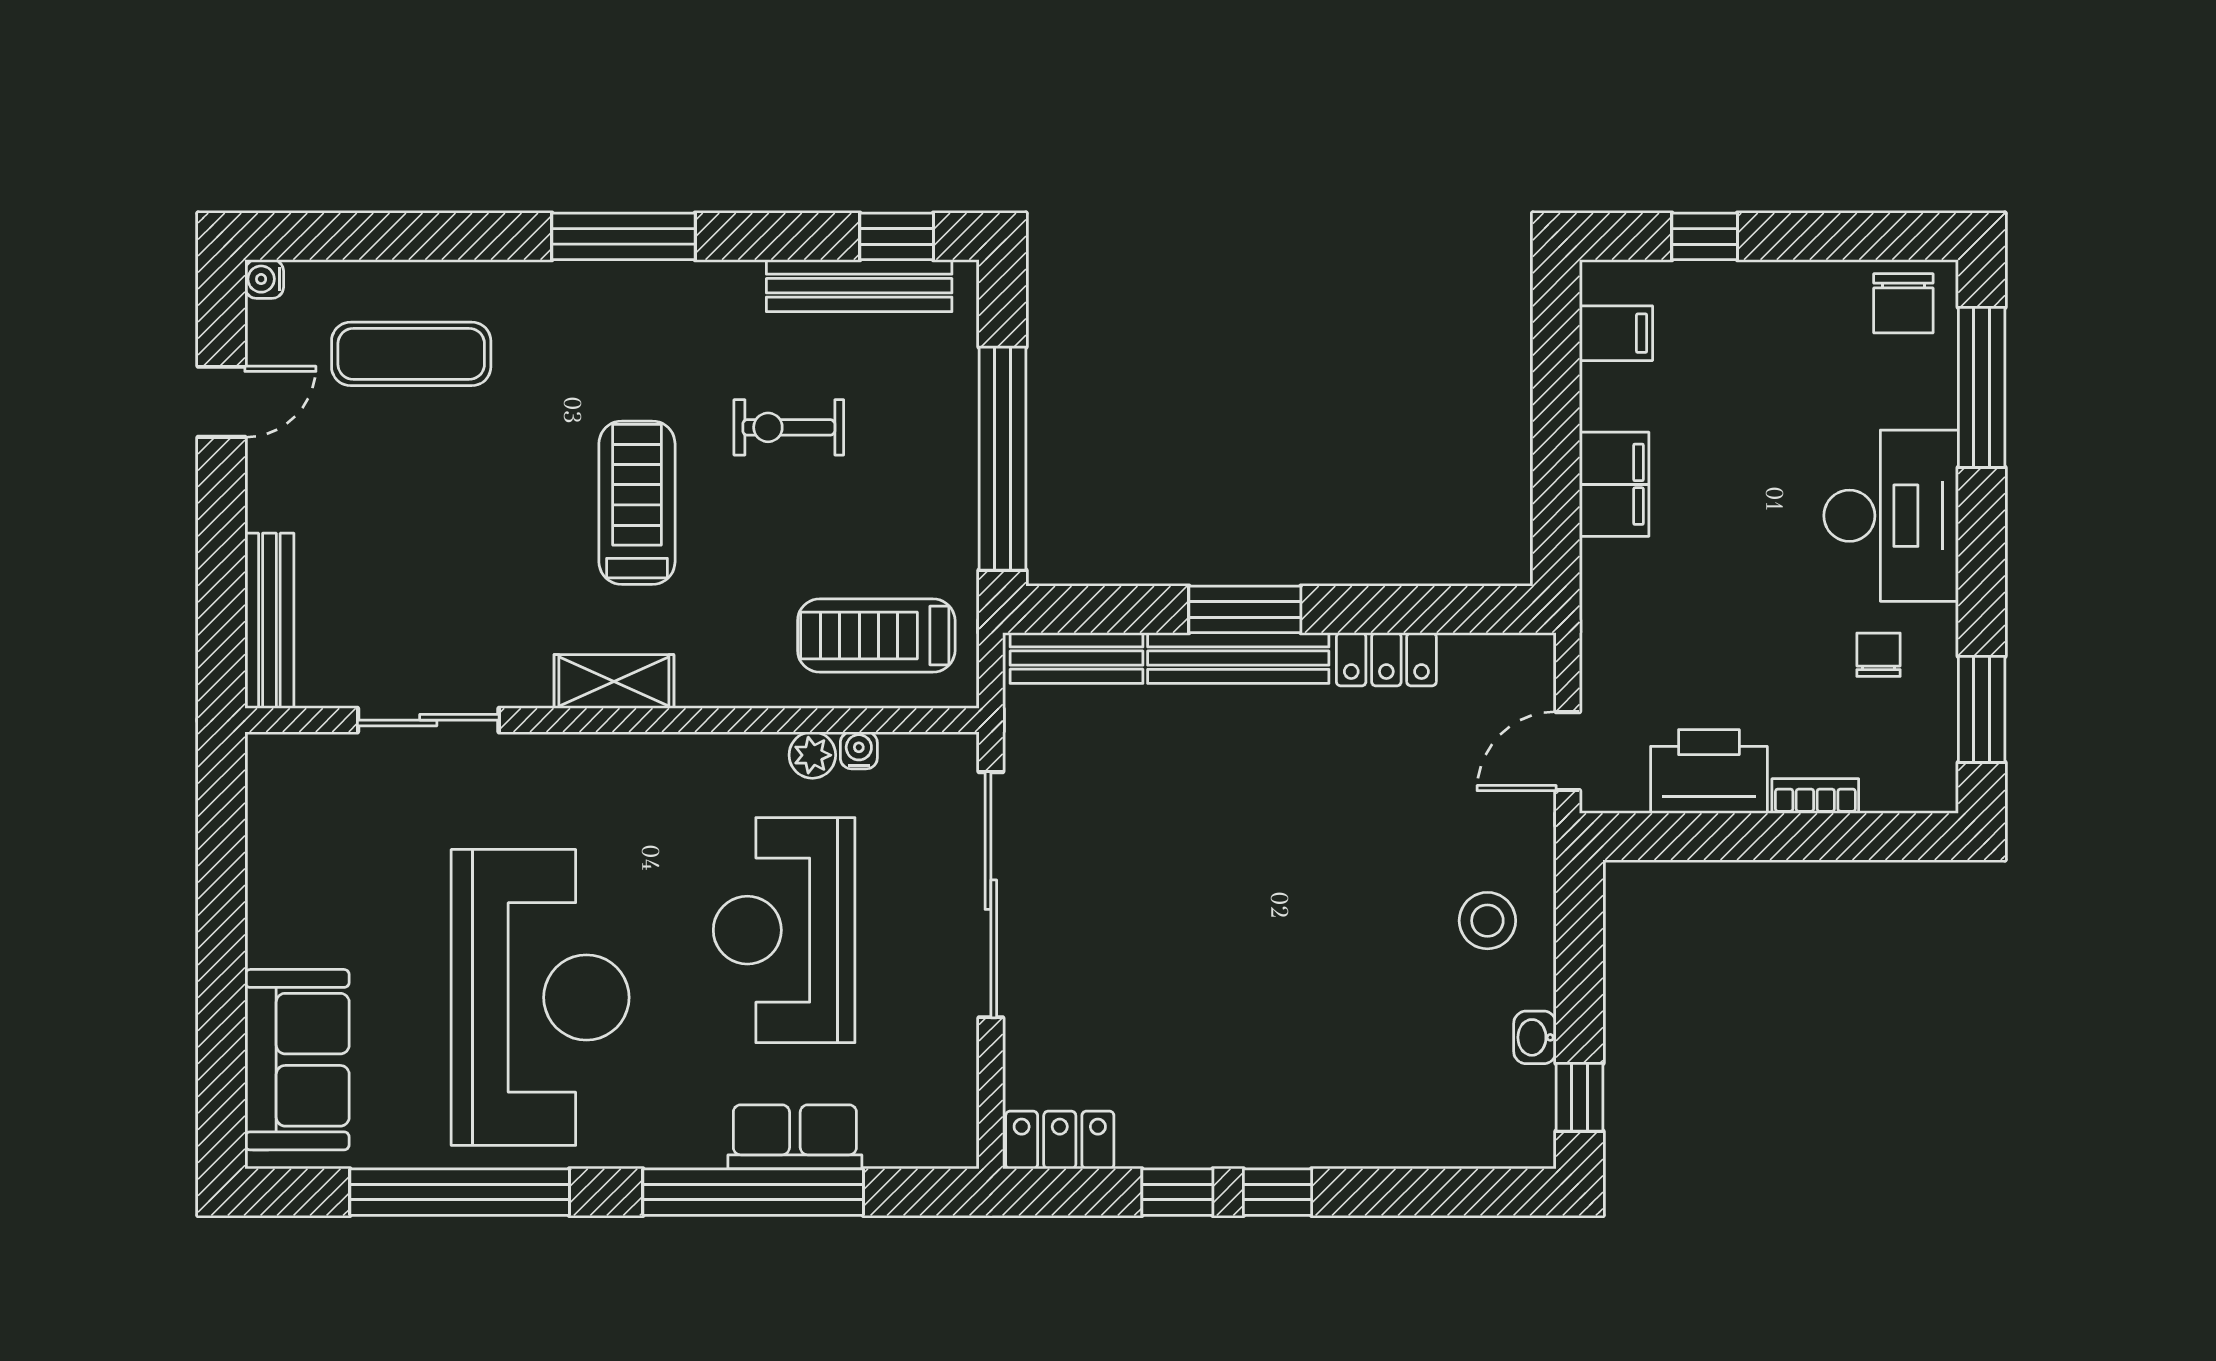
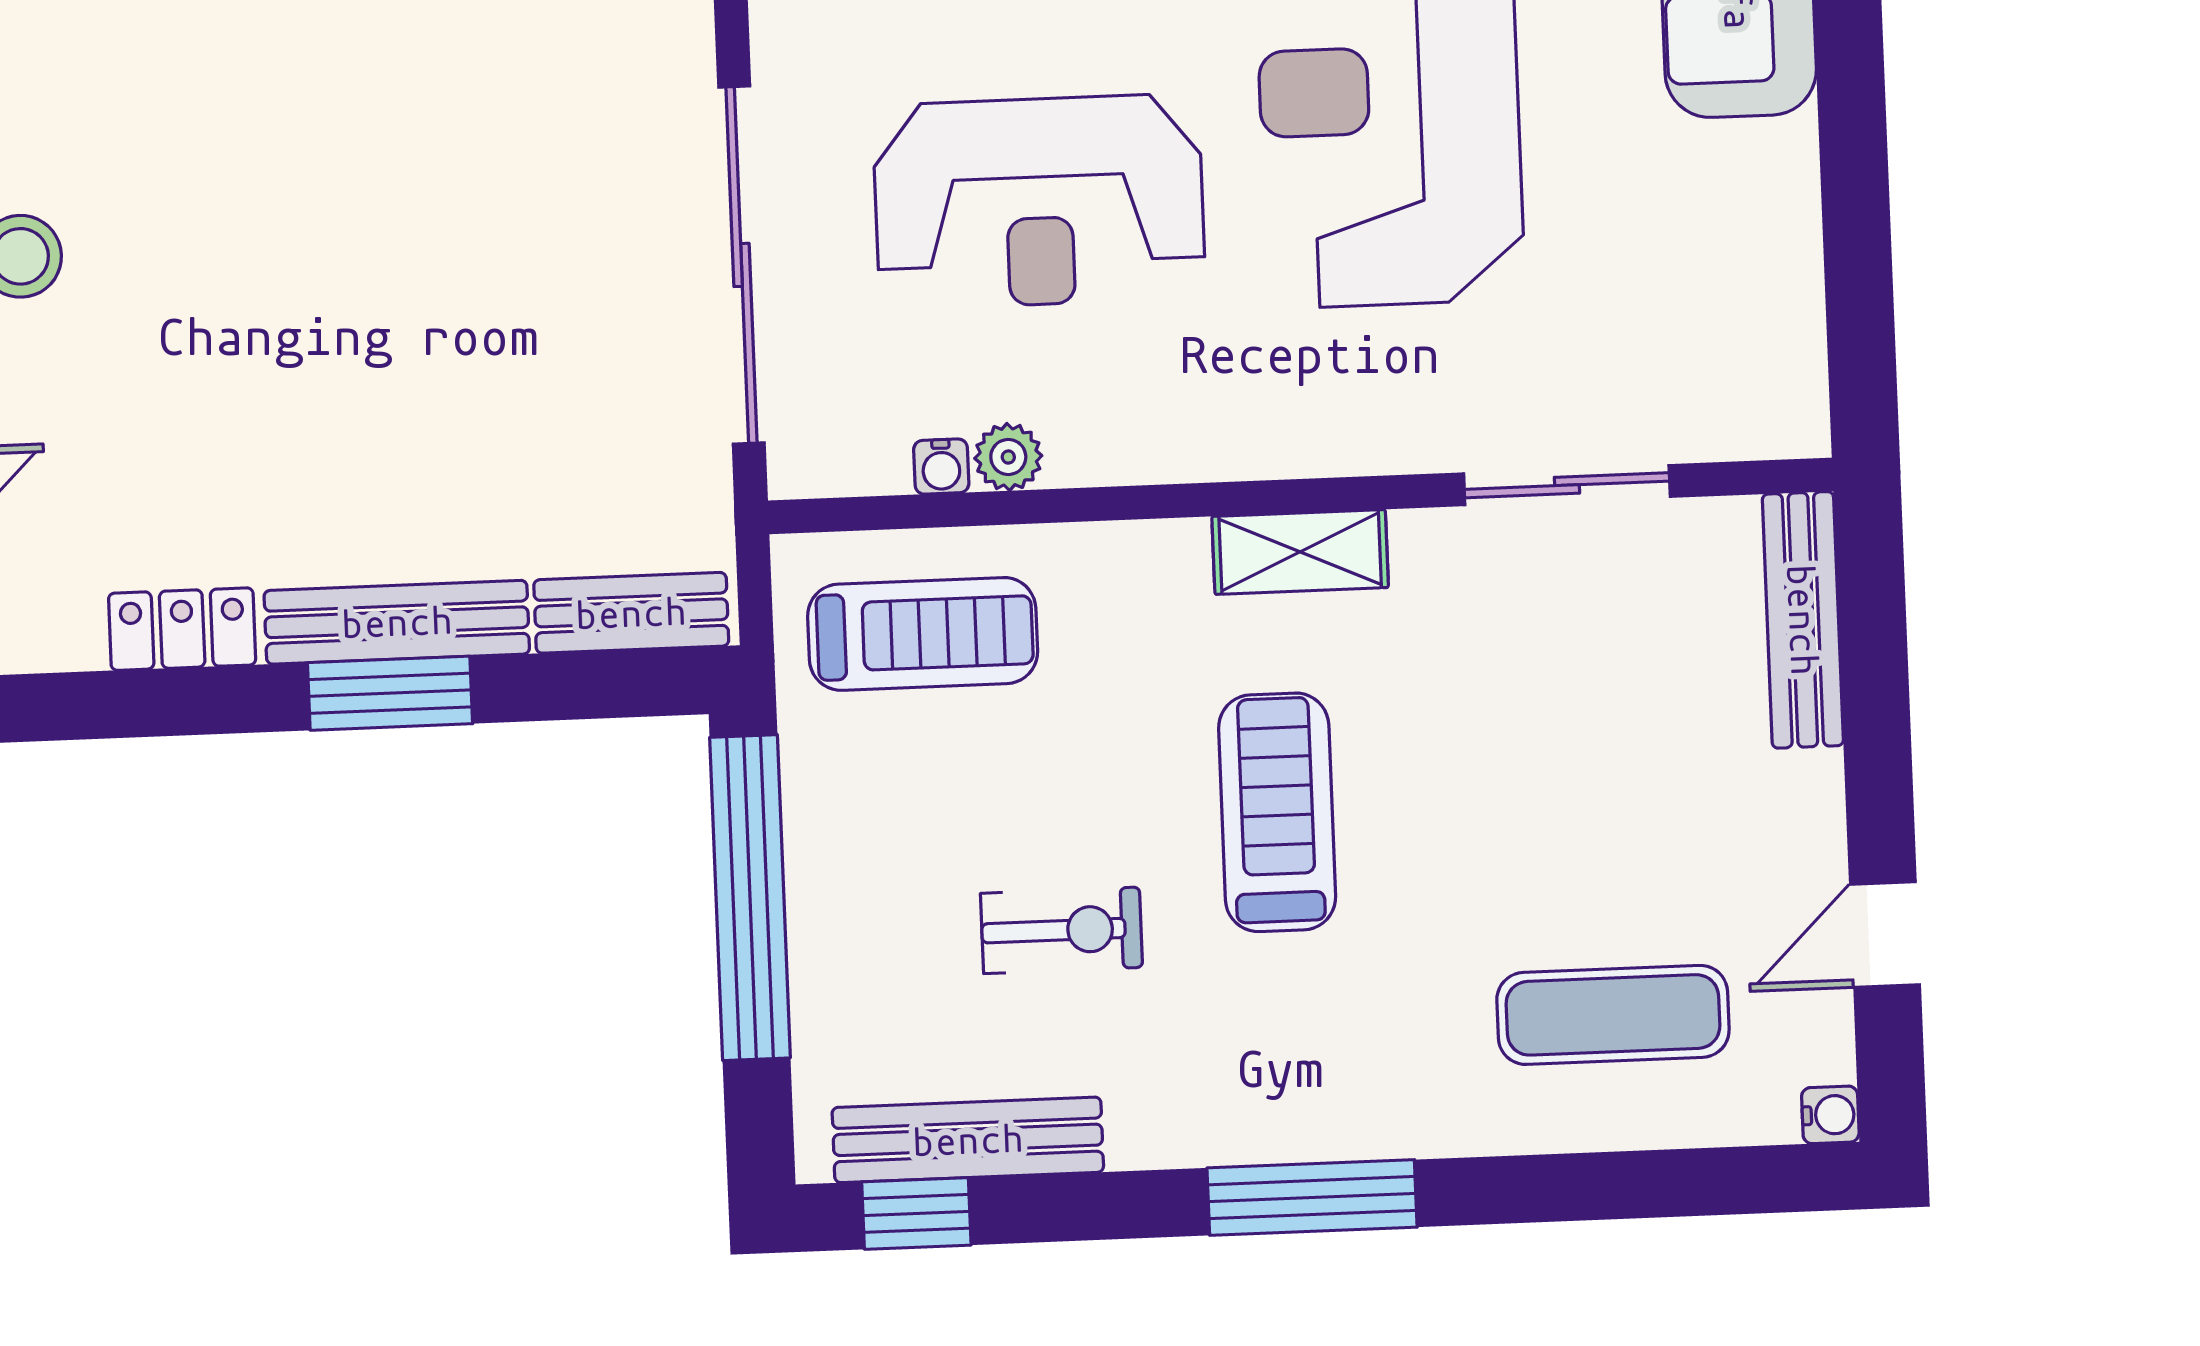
treadmill: (637, 503) -> (1277, 812), turned 180
reception desk: (784, 930) -> (1039, 202), turned 90

